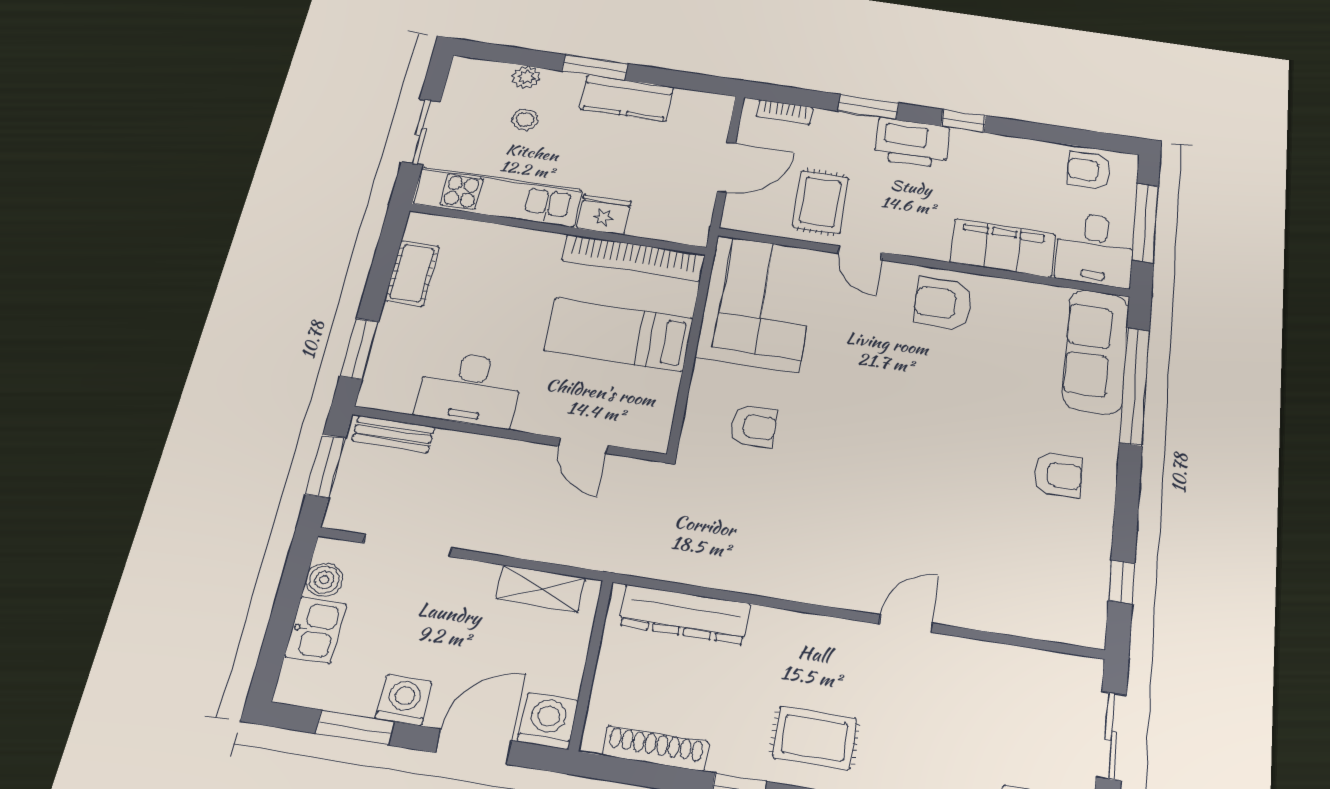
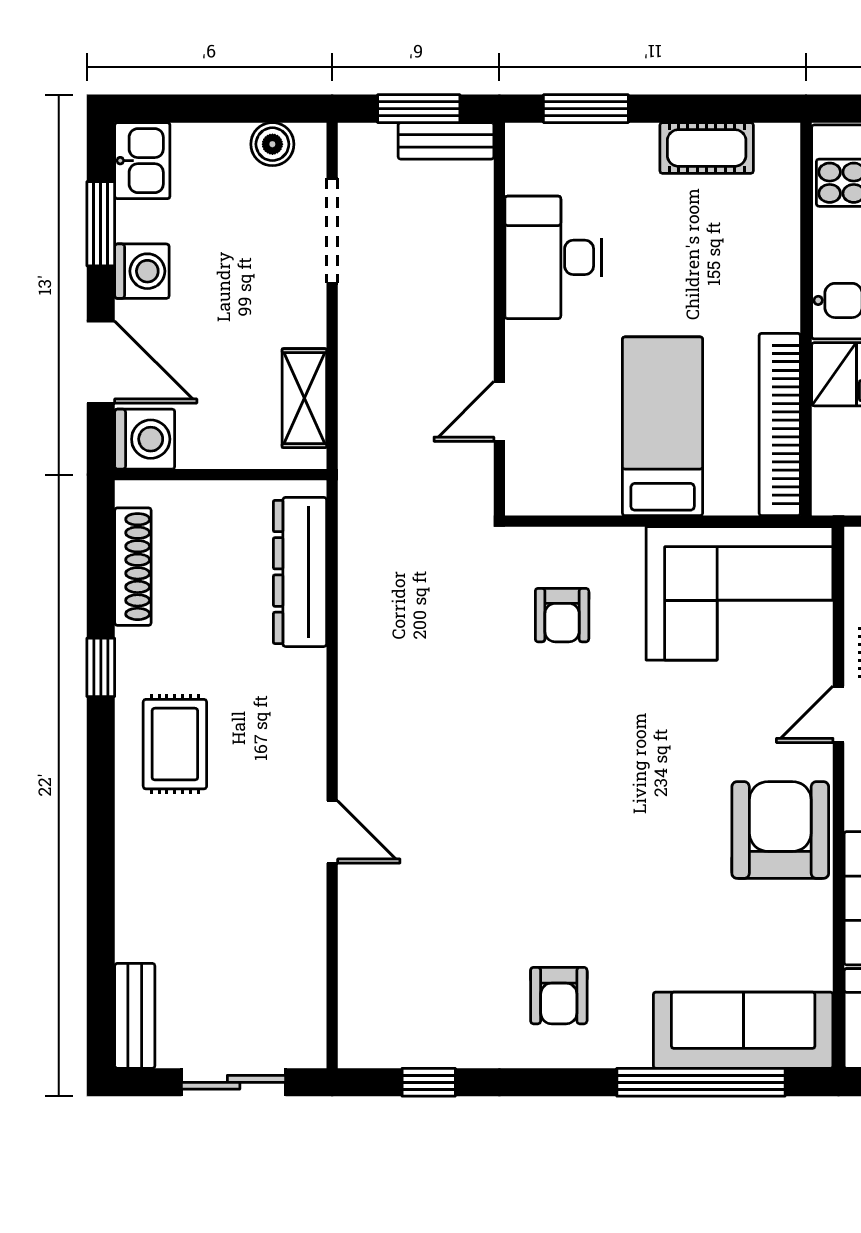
armchair: (943, 304) -> (780, 830), width x1.36, depth x1.36
bench: (393, 434) -> (446, 141), moved, turned 90
kitchen sink: (316, 630) -> (142, 161), moved, turned -90

